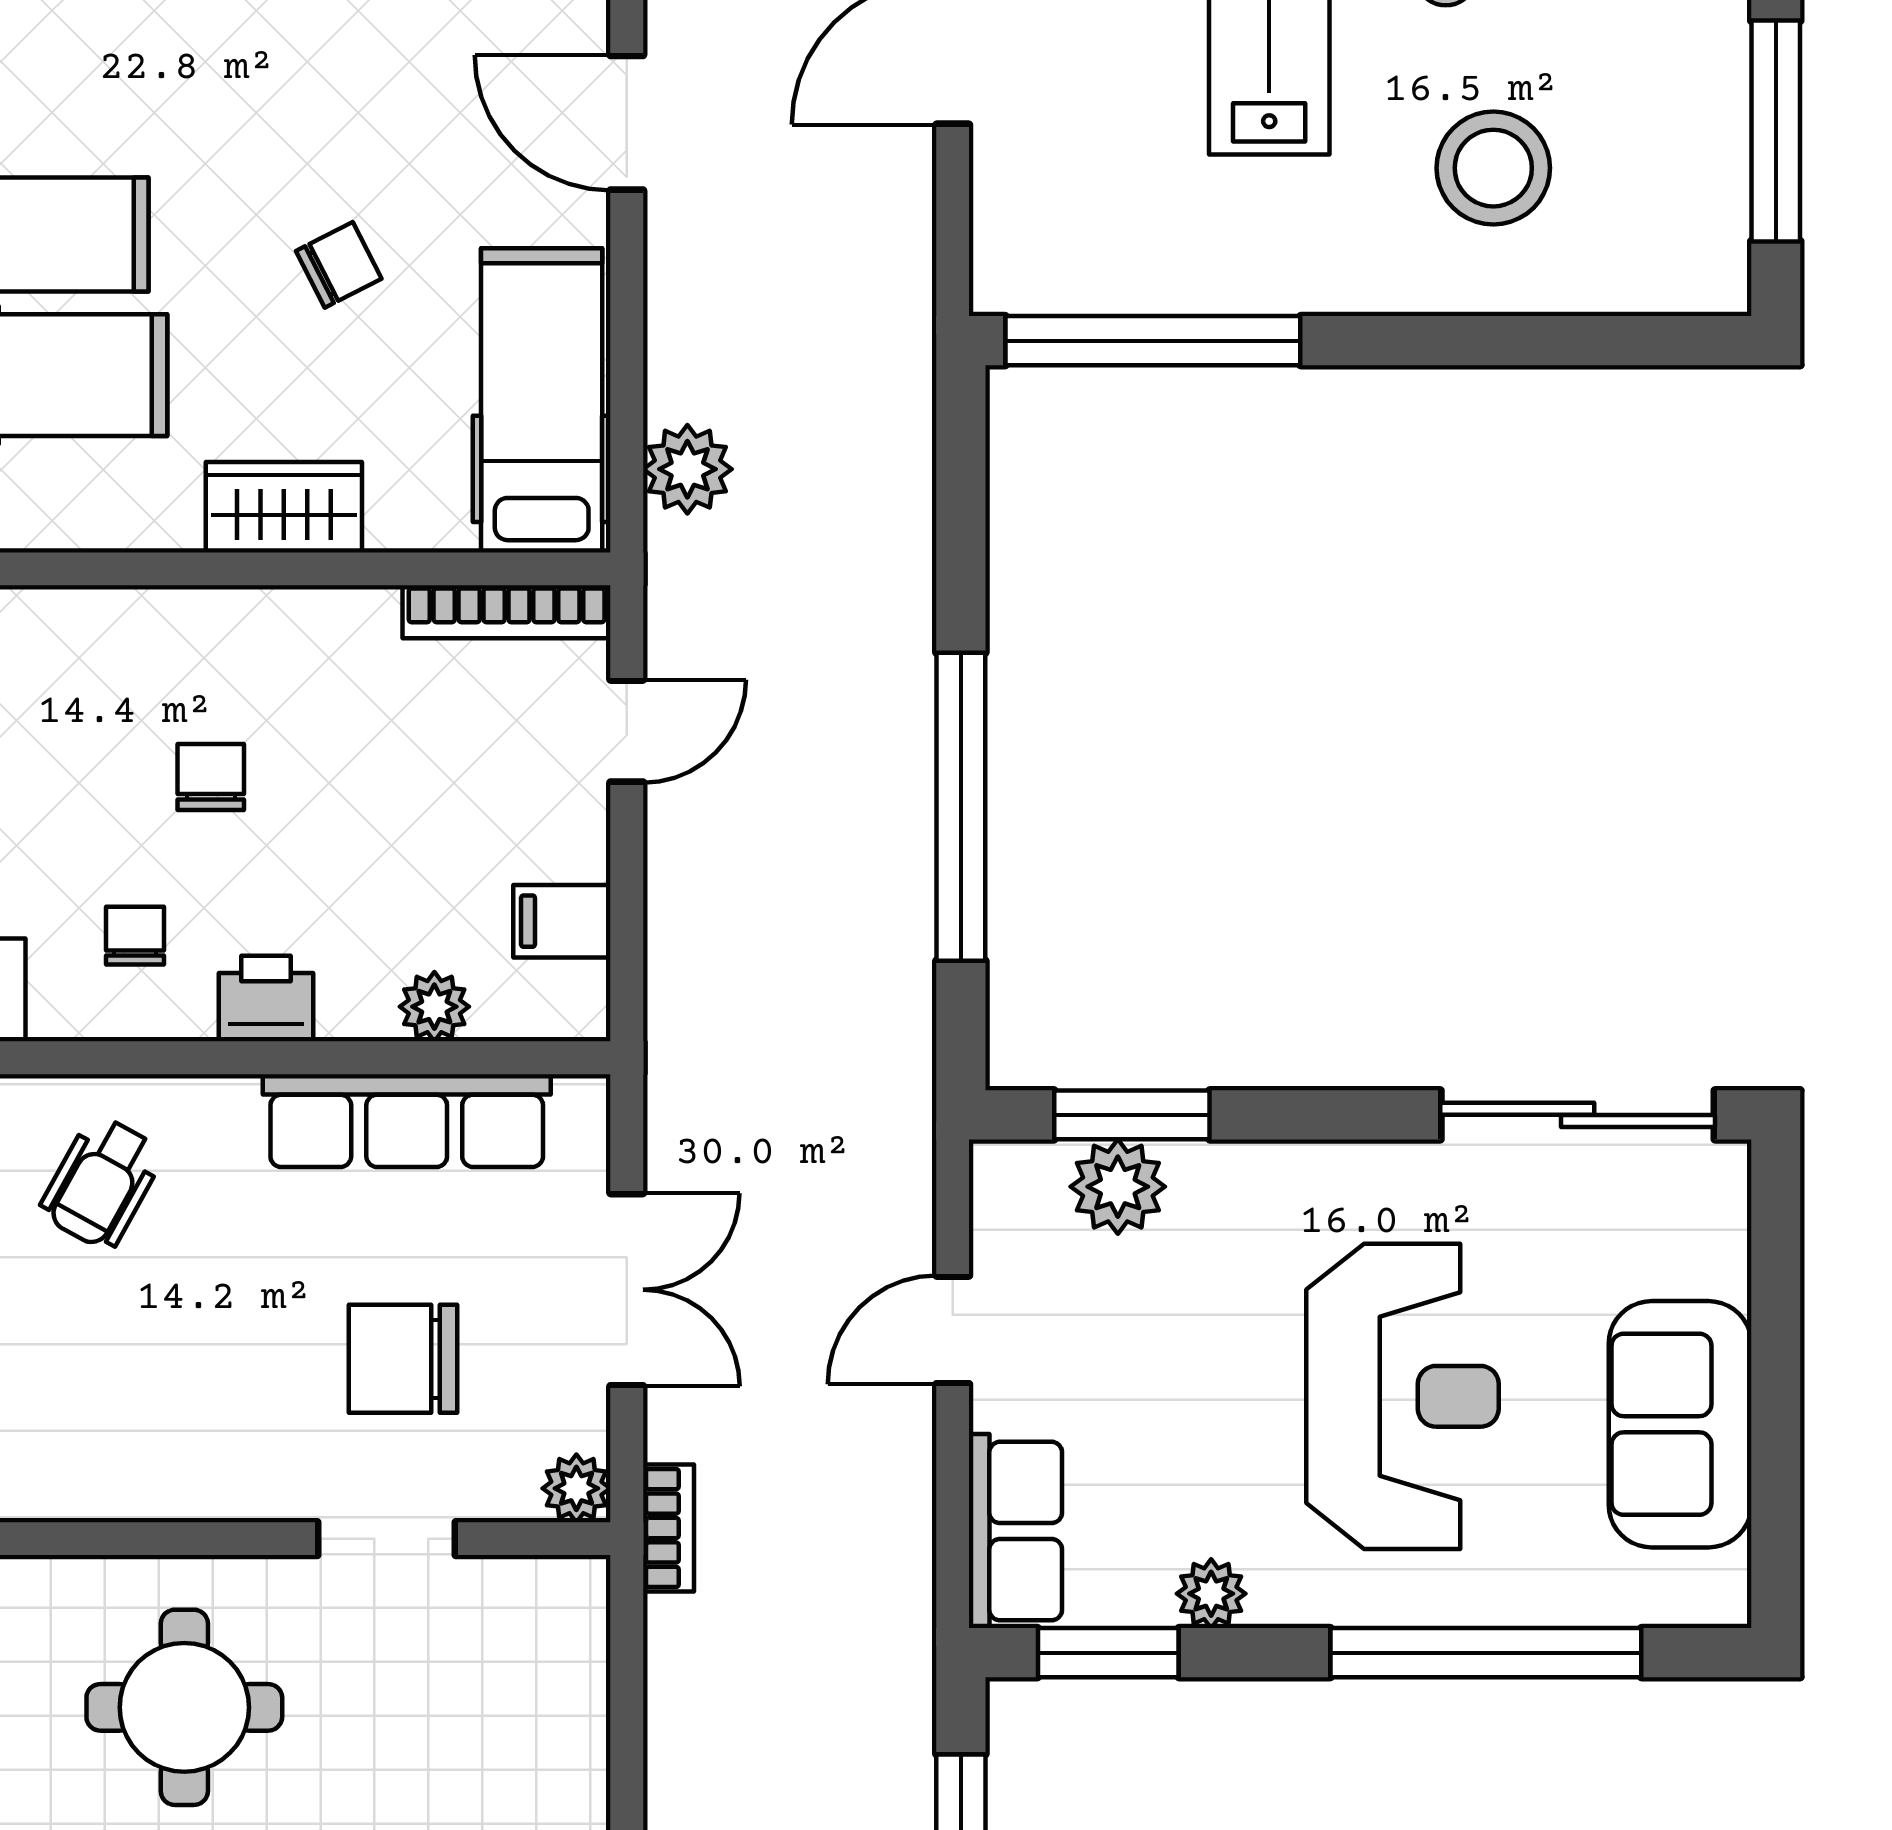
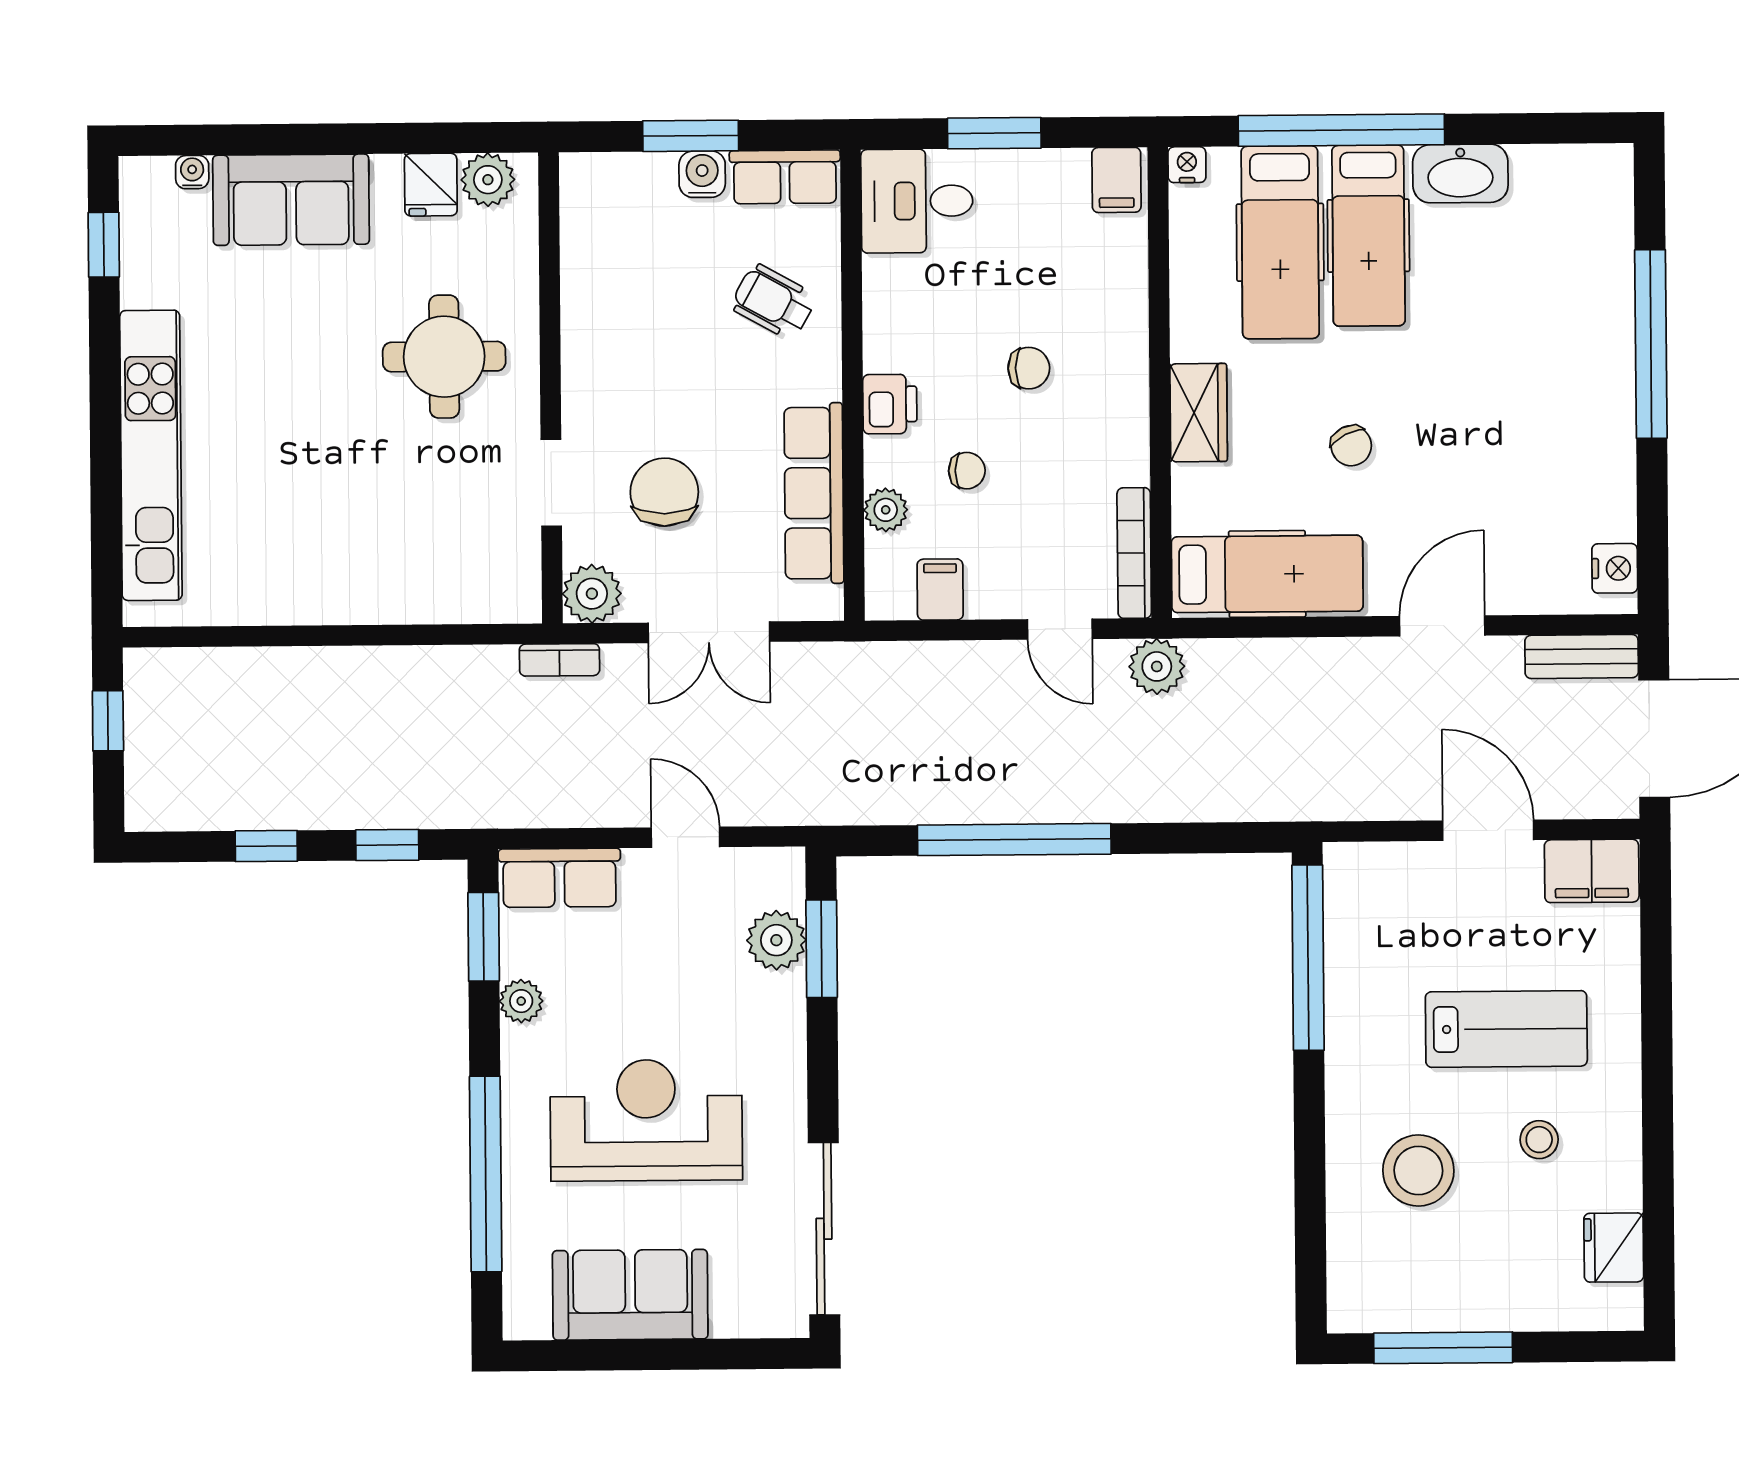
plant: (687, 469) -> (1157, 666), moved
chair: (135, 936) -> (967, 471), moved
reception desk: (1403, 1396) -> (646, 1120), turned 180
plant: (576, 1488) -> (592, 594), width x1.38, depth x1.38

